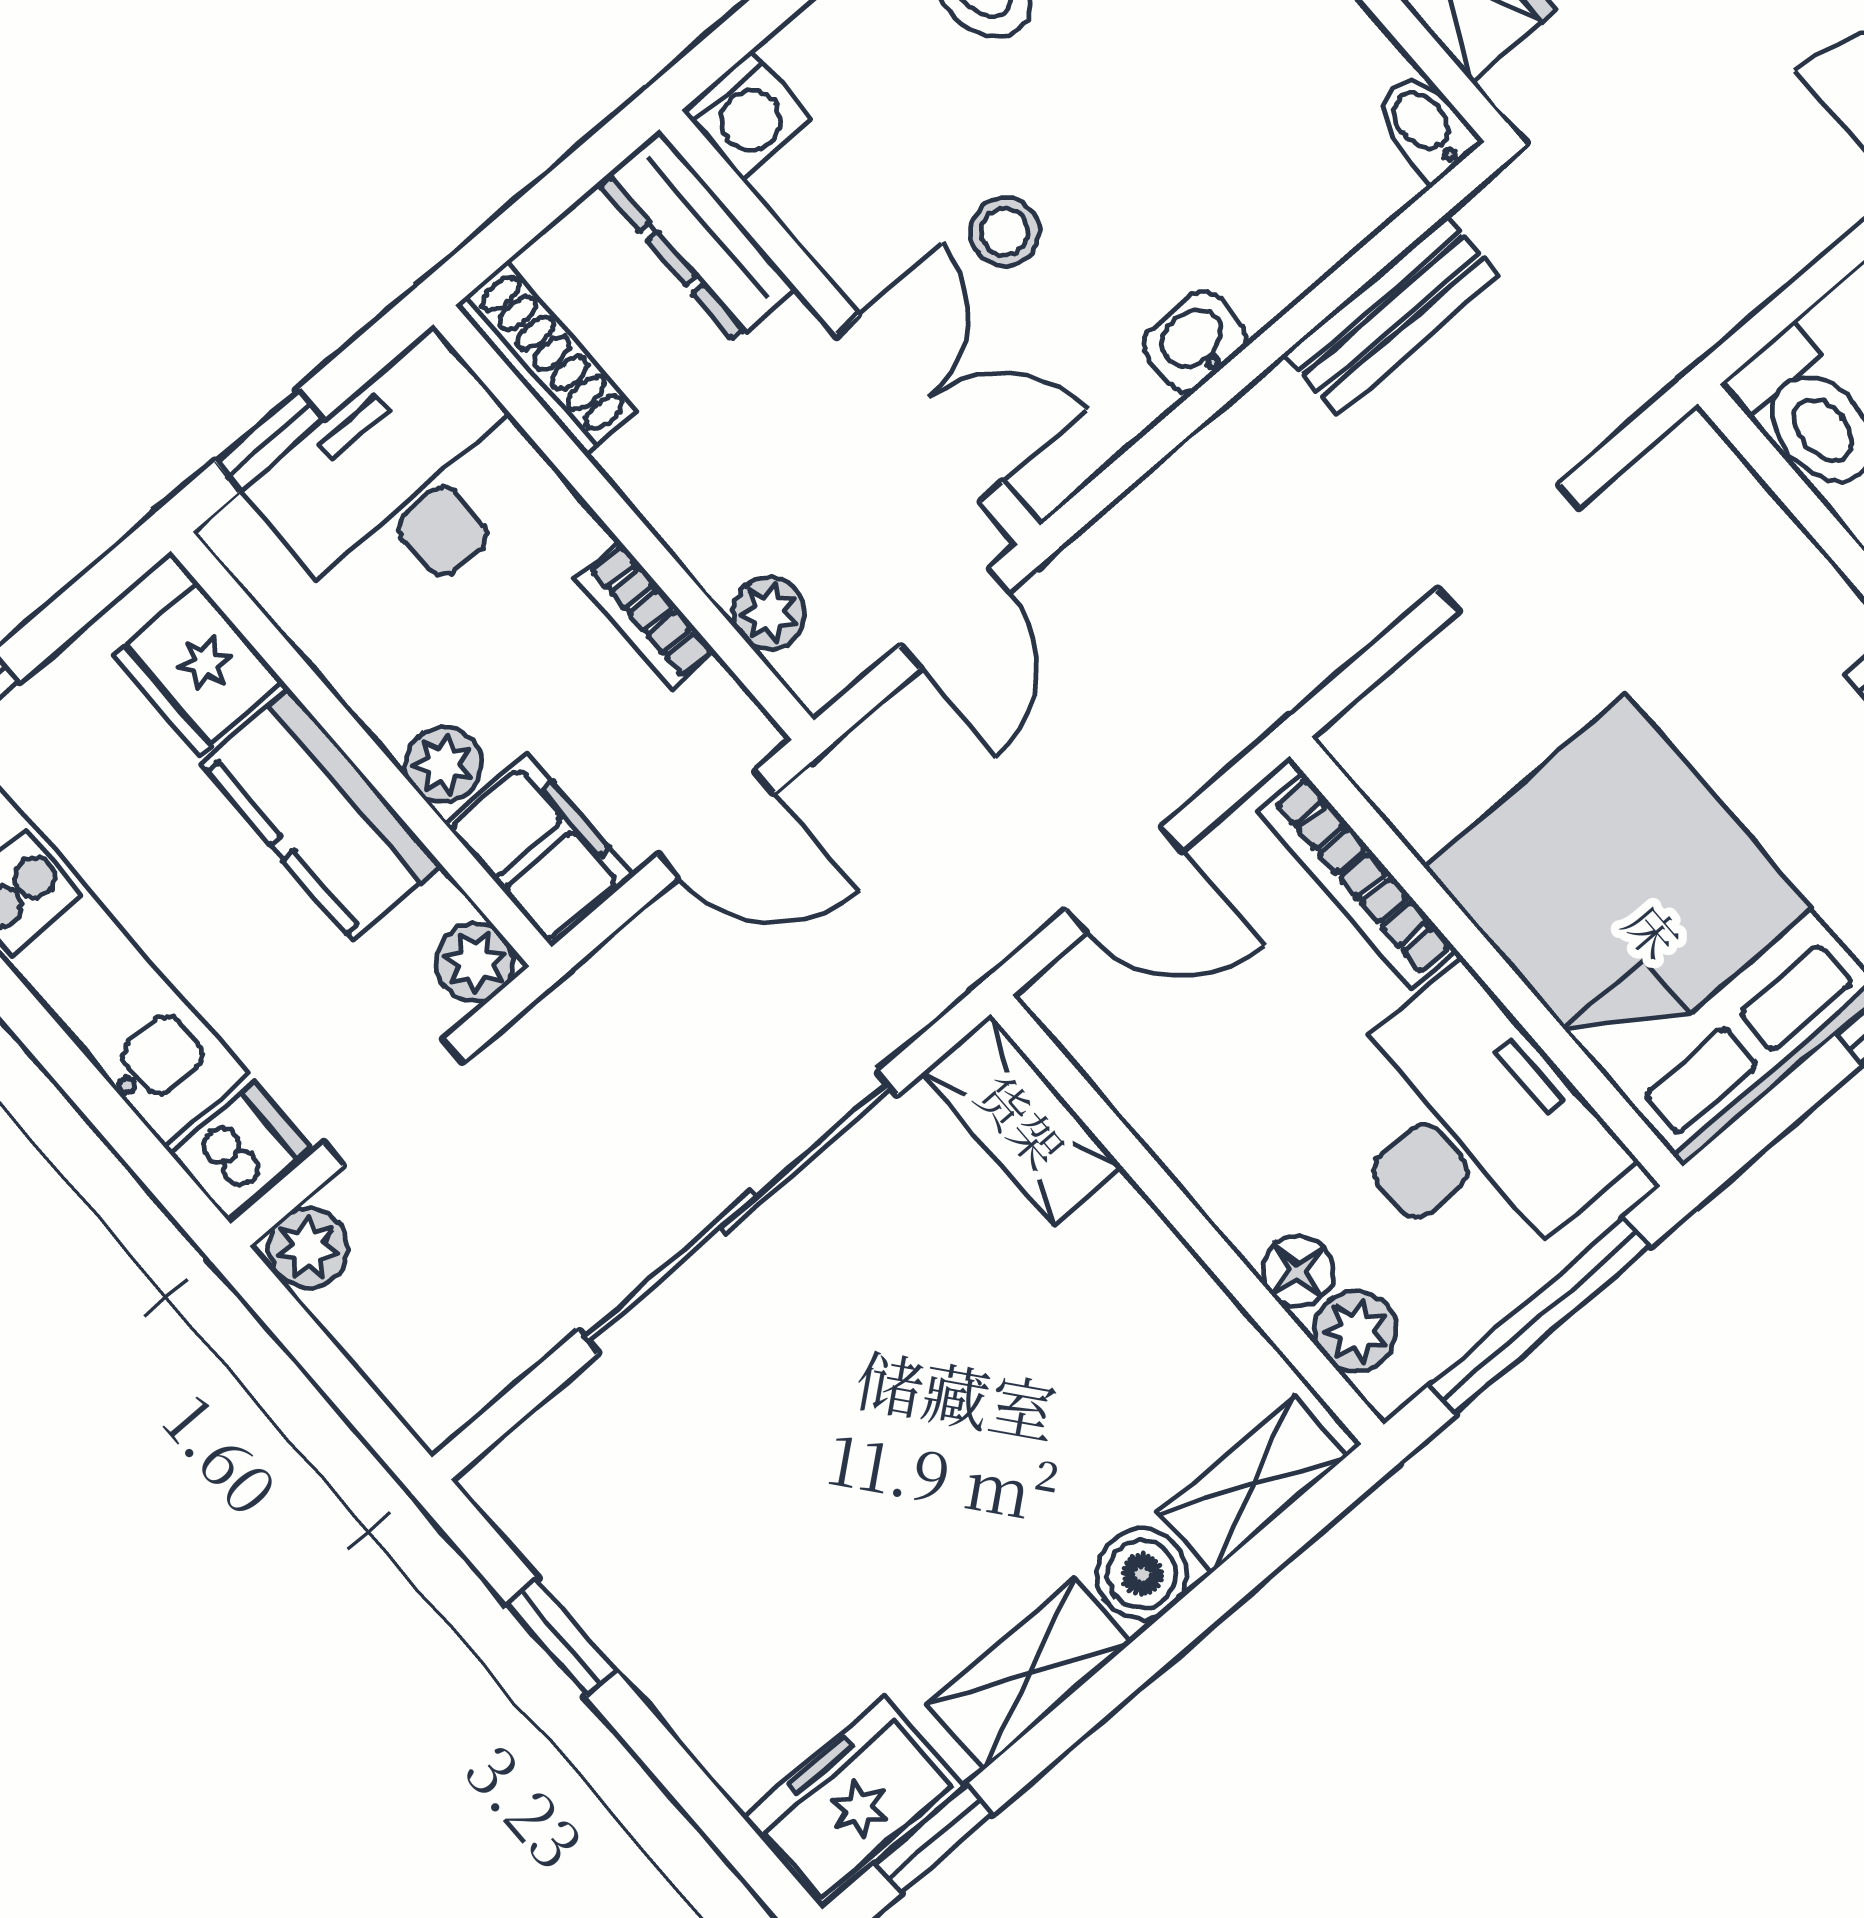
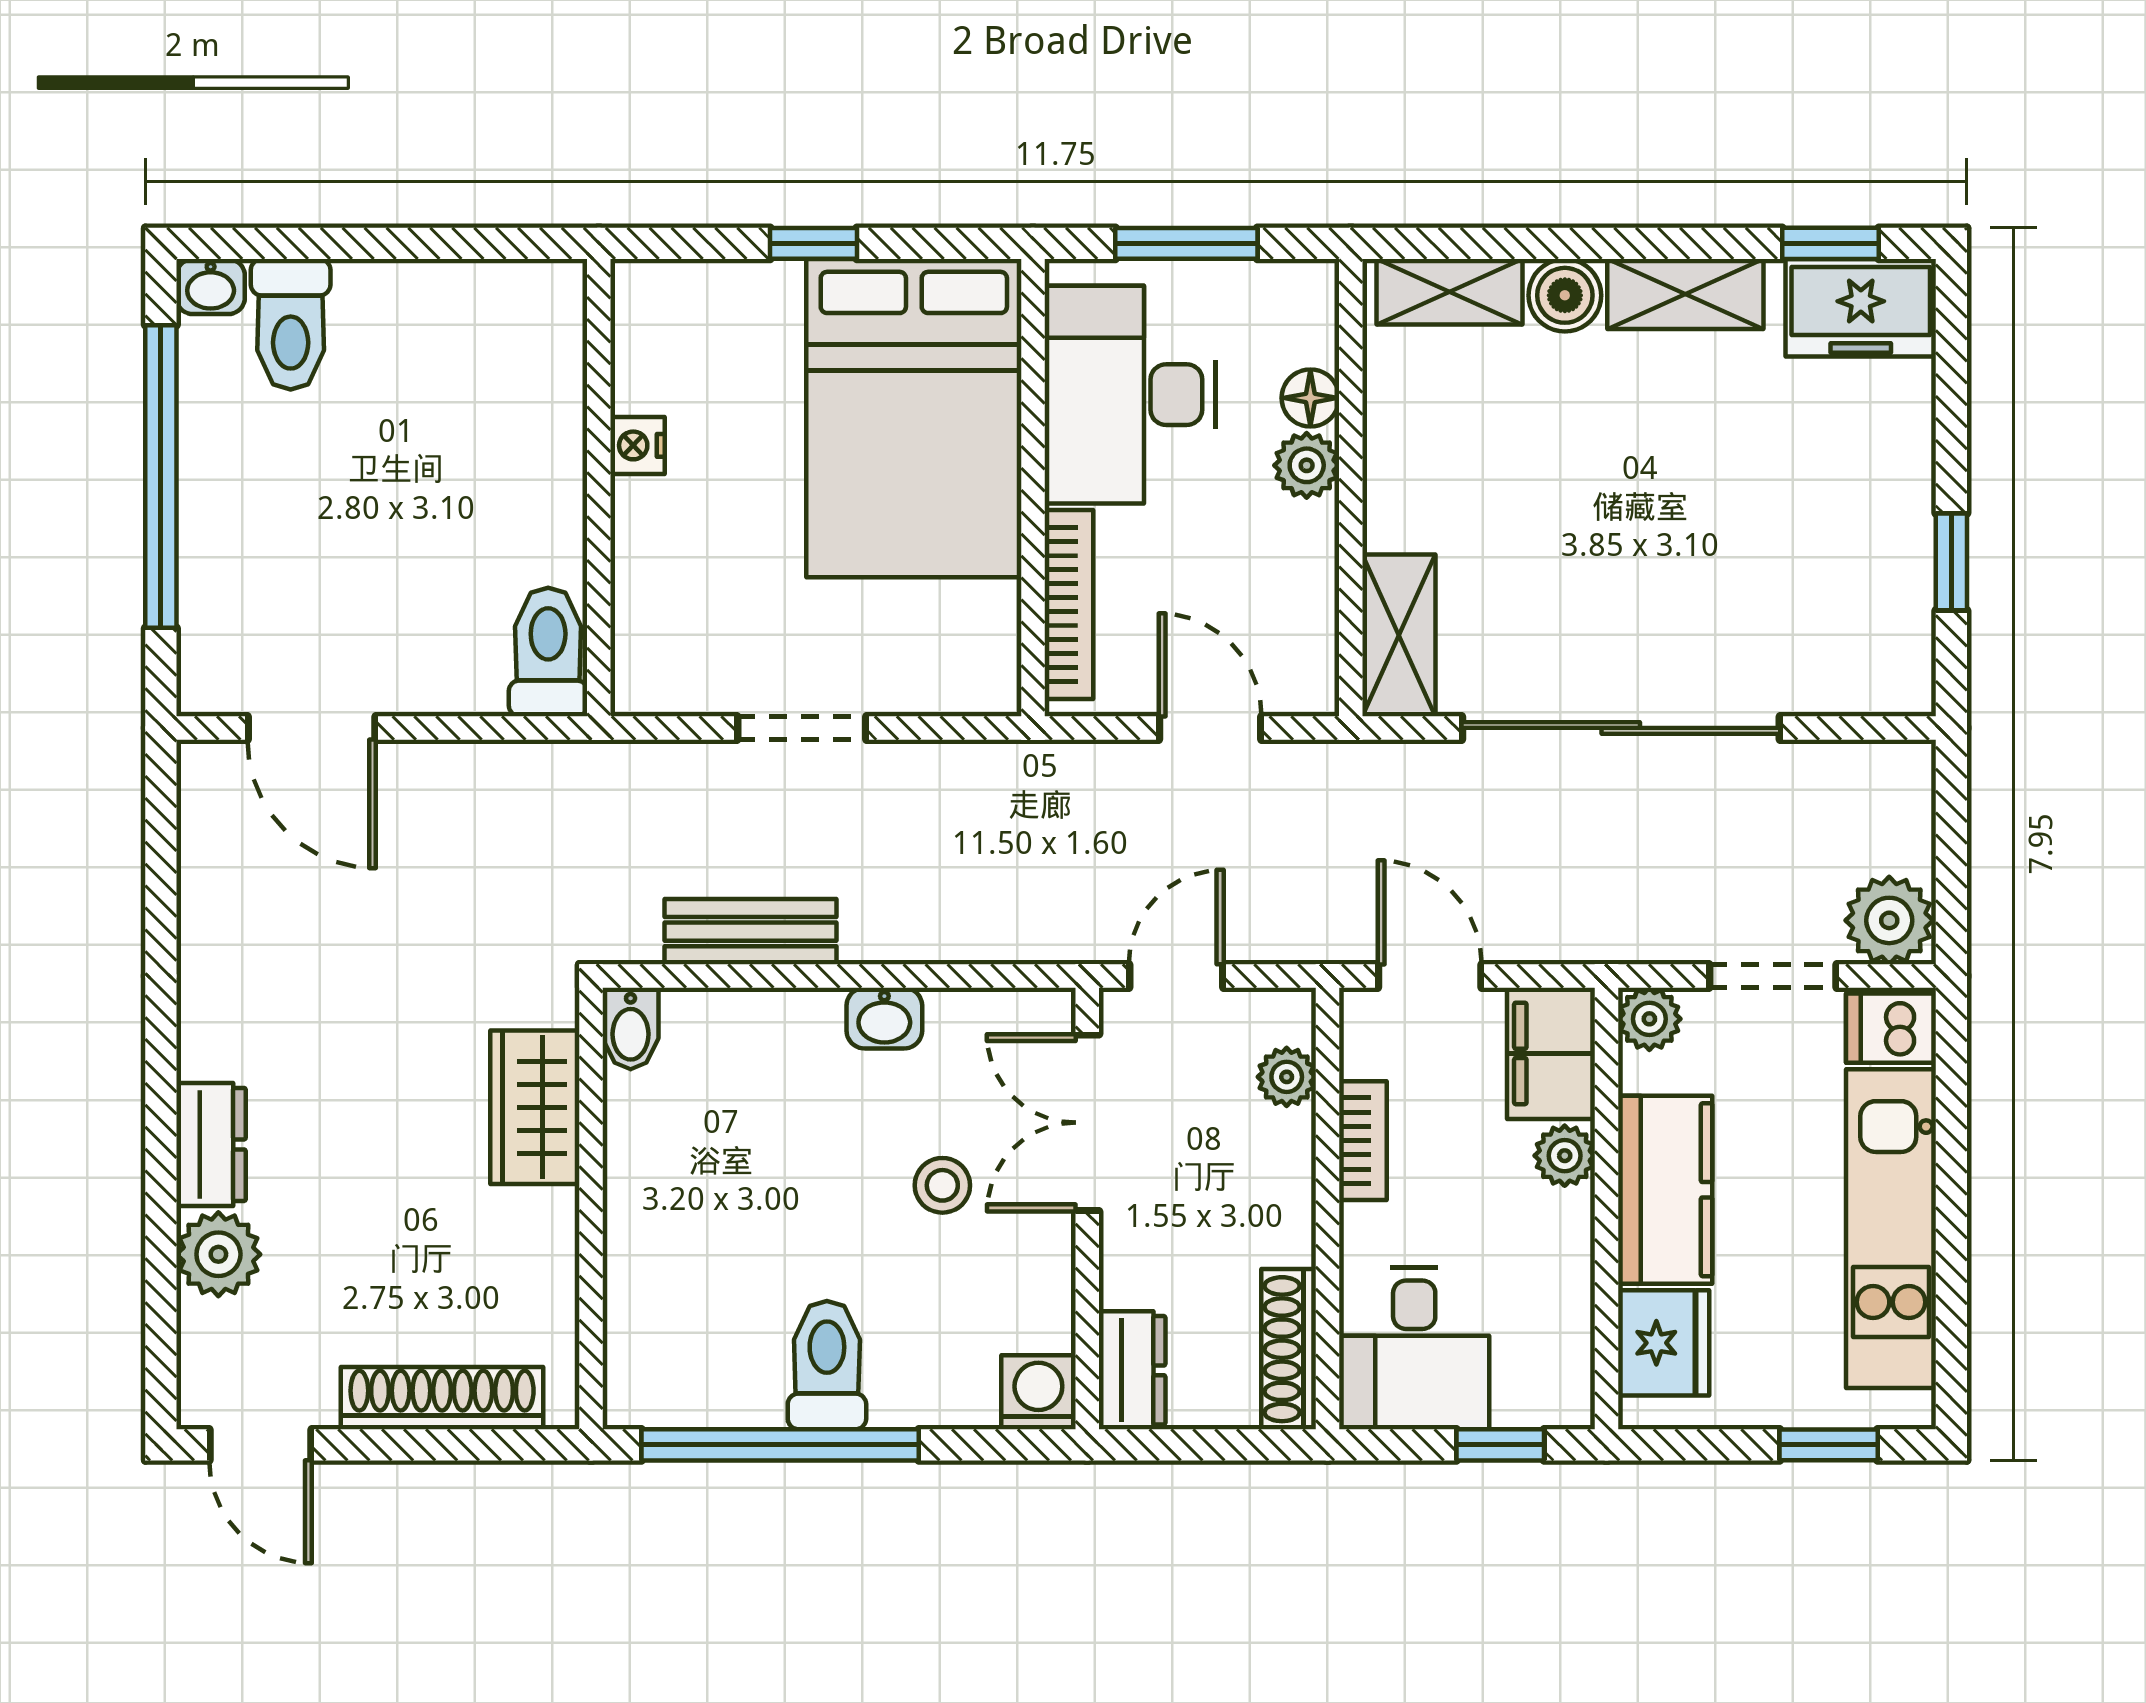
dresser: (697, 236) -> (1132, 1370), width x0.70
desk: (402, 484) -> (1414, 1348), width x0.73
plant: (308, 1248) -> (1889, 920), width x1.38, depth x1.38
window: (1540, 1316) -> (1186, 243), width x0.69
plant: (1356, 1331) -> (1307, 465), moved

